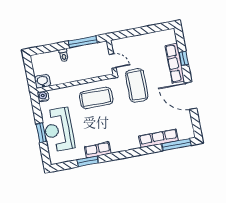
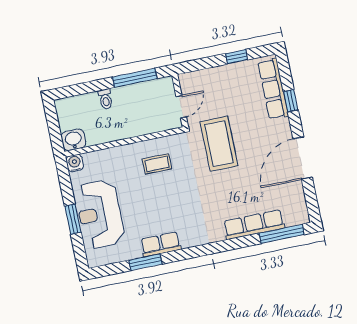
window: (149, 29) -> (237, 57), added
door: (113, 61) -> (181, 107), hinge flipped
row of seats: (175, 63) -> (273, 89), moved
door: (191, 96) -> (303, 158), hinge flipped
coffee table: (96, 98) -> (157, 164), width x0.54, depth x0.58

